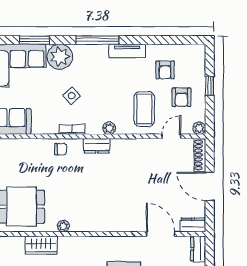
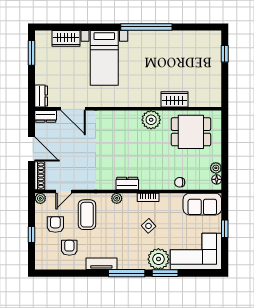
window: (34, 40) -> (165, 273), moved
chair: (61, 149) -> (180, 182), moved
plant: (63, 226) -> (151, 120), width x1.87, depth x1.87

